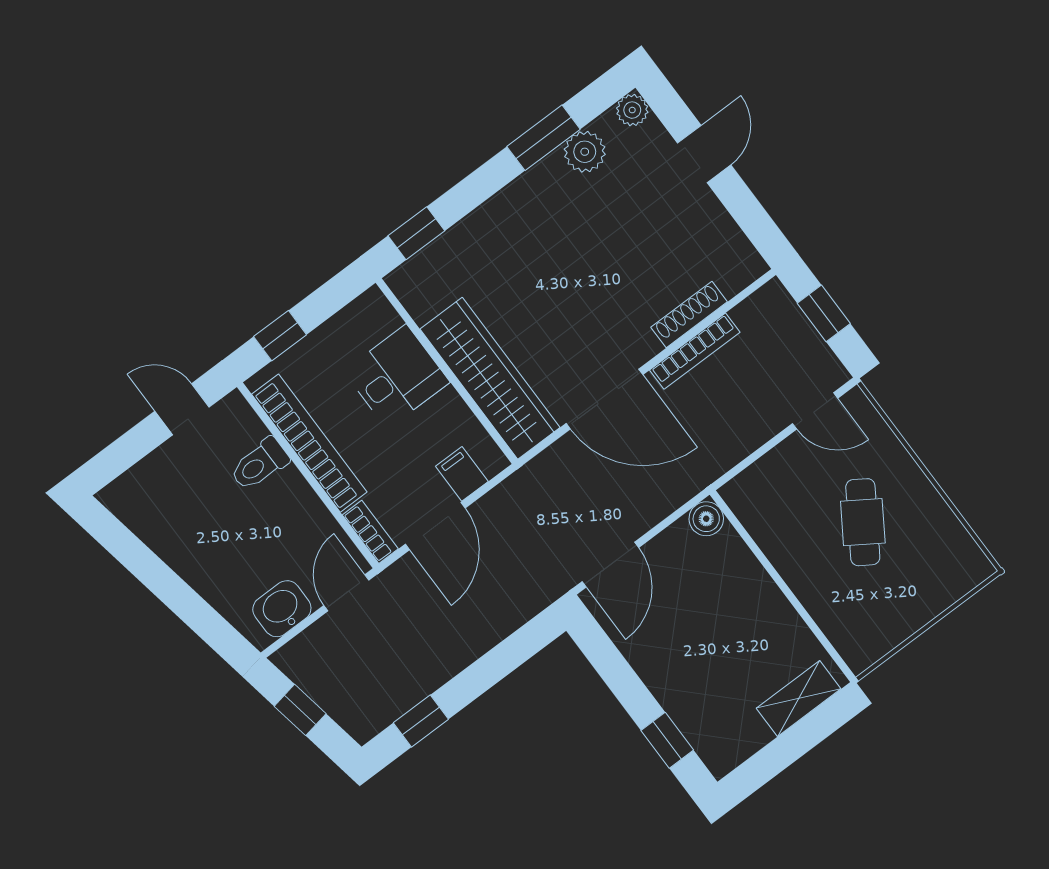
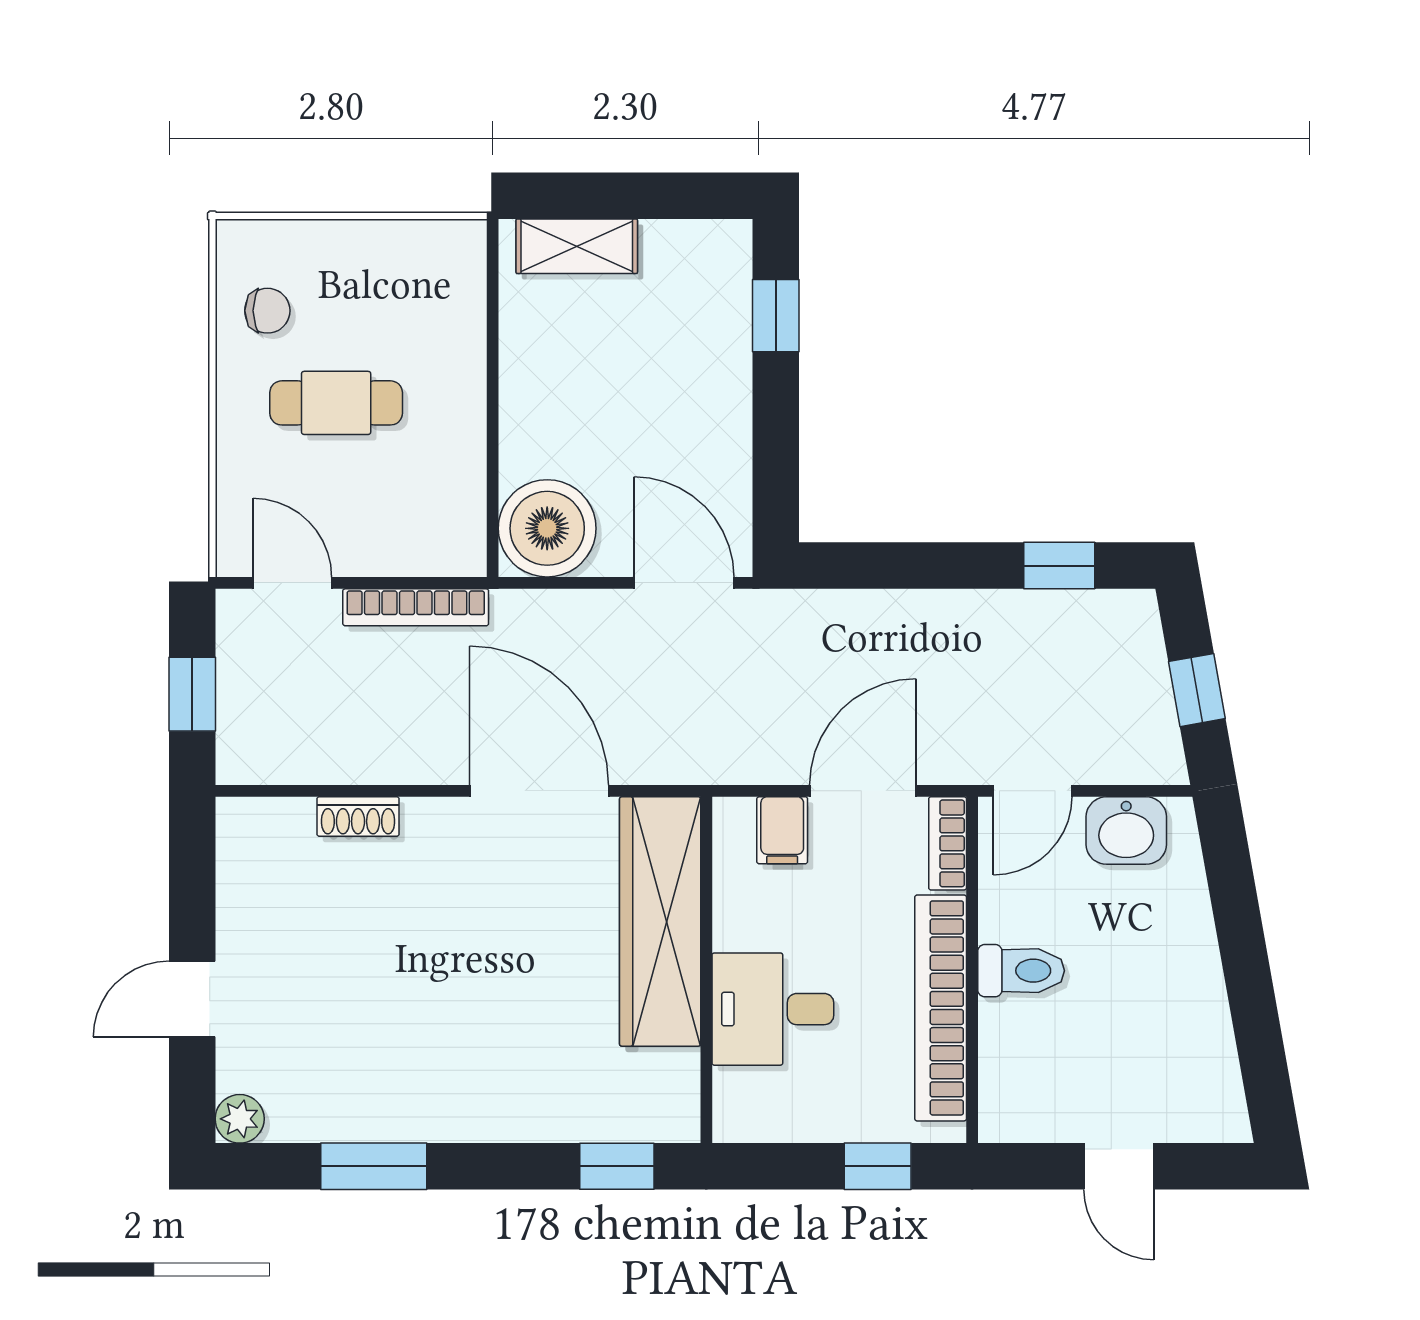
plant: (585, 152) -> (336, 1111), removed
shoe rack: (689, 315) -> (358, 817), width x0.70
bookcase: (695, 351) -> (416, 607), moved, turned 180
door: (182, 409) -> (1119, 1166), moved
toilet: (259, 464) -> (1021, 971), moved
boiler: (706, 519) -> (547, 528), width x1.86, depth x1.86
cafe table: (863, 522) -> (336, 403), turned 57
chair: (935, 543) -> (267, 311), added
door: (610, 565) -> (684, 583), hinge flipped

